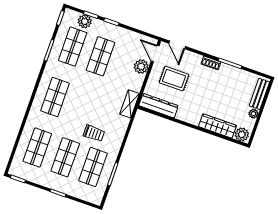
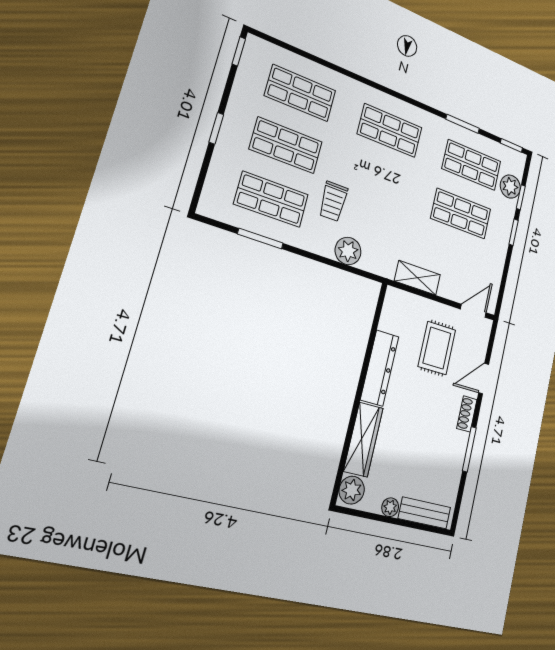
door: (177, 45) -> (484, 379), moved
plant: (141, 67) -> (348, 251), moved
shelving: (130, 104) -> (417, 278), moved
dresser: (159, 106) -> (380, 368), moved

